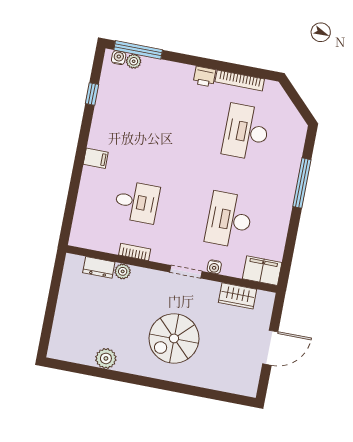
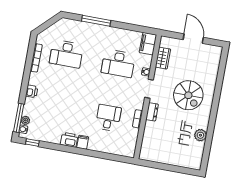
printer: (204, 77) -> (32, 91), moved
window: (92, 94) -> (32, 142), moved
printer: (100, 135) -> (69, 140), added
dresser: (99, 267) -> (152, 112), moved
plant: (123, 271) -> (149, 126), removed

